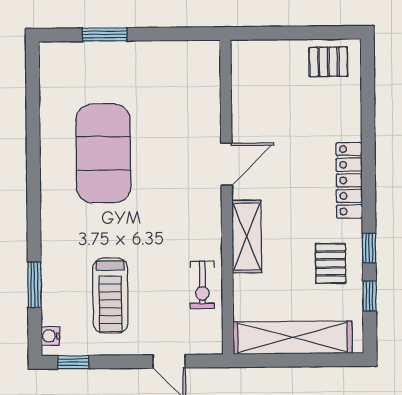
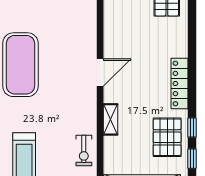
shelving: (247, 237) -> (111, 119), width x0.67, depth x0.75
pallet: (331, 263) -> (167, 137), width x1.50, depth x1.42

